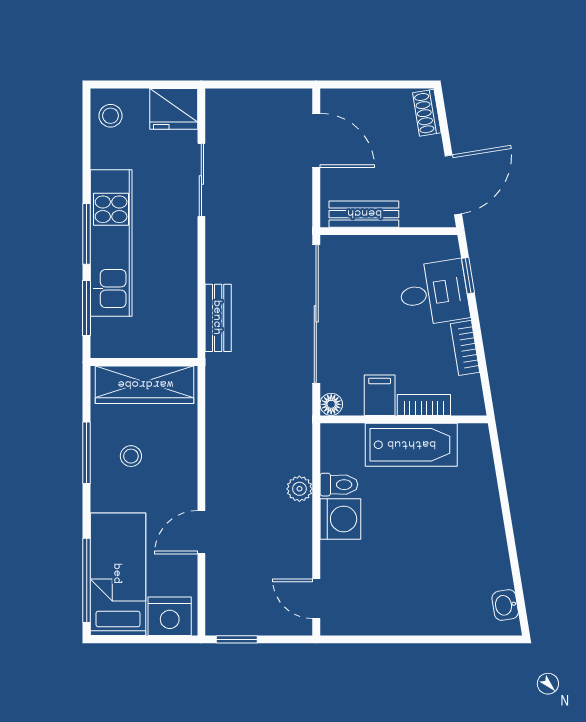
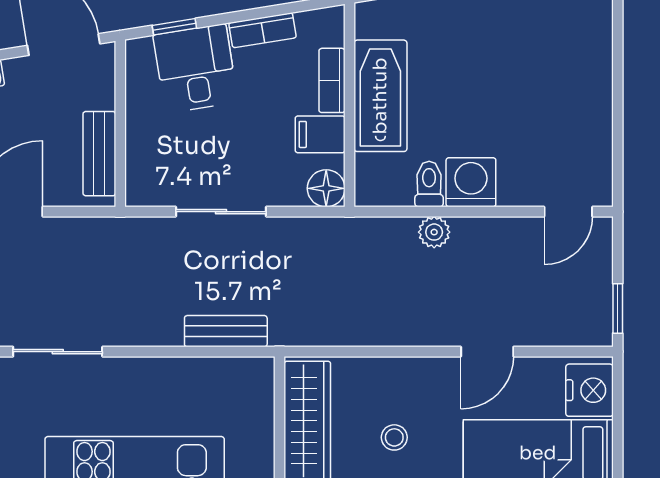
sliding door: (316, 314) -> (221, 212), width x0.54
floor lamp: (331, 404) -> (326, 188), width x1.37, depth x1.37
door: (201, 532) -> (487, 352), hinge flipped

